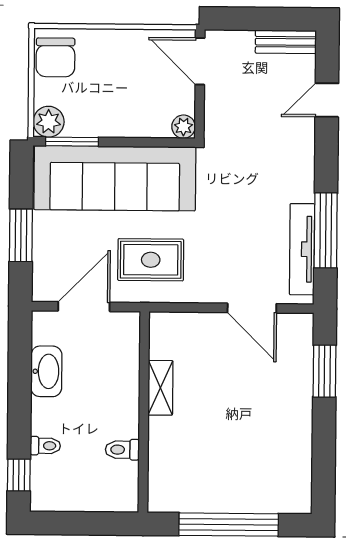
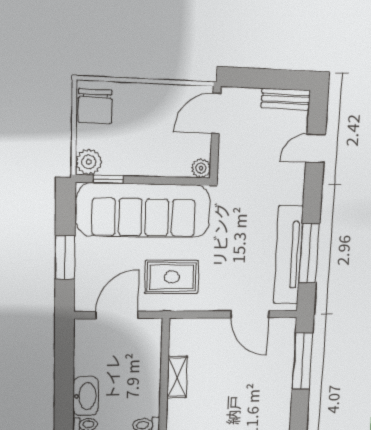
door: (200, 61) -> (216, 113), hinge flipped
window: (72, 142) -> (108, 179), width x0.67
tv unit: (302, 249) -> (288, 255), width x1.36, depth x1.29
washbasin: (46, 371) -> (86, 396), moved
window: (324, 371) -> (302, 361), width x1.44

